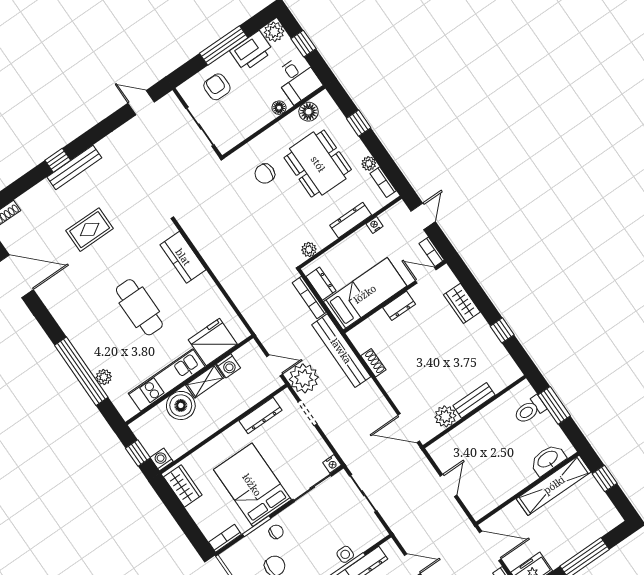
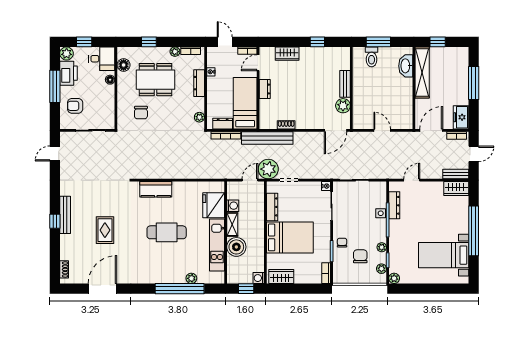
bed: (252, 485) -> (290, 237), moved, turned 180

